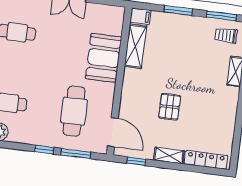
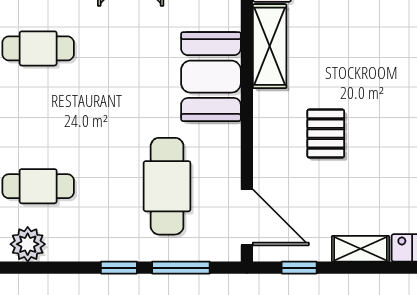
pallet: (170, 107) -> (326, 134), moved

